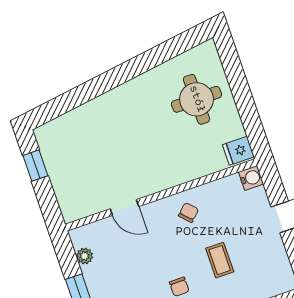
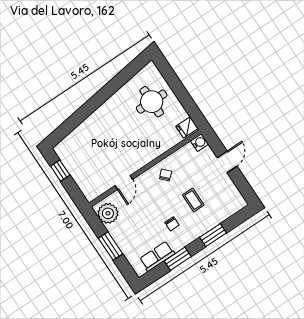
door: (124, 208) -> (124, 183), hinge flipped
plant: (85, 256) -> (108, 213), width x1.88, depth x1.88

